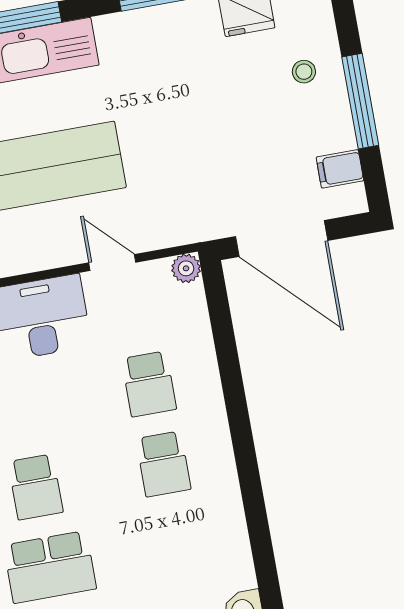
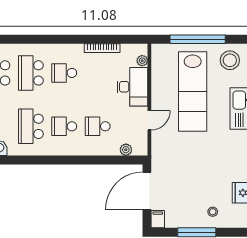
filing cabinet: (340, 169) -> (158, 219), moved
plant: (186, 268) -> (126, 150), moved
school desk: (178, 544) -> (31, 126), added

